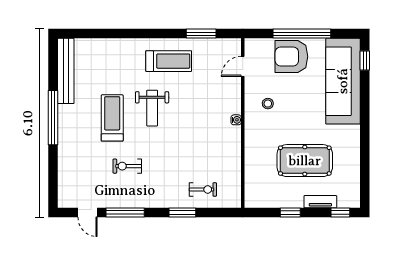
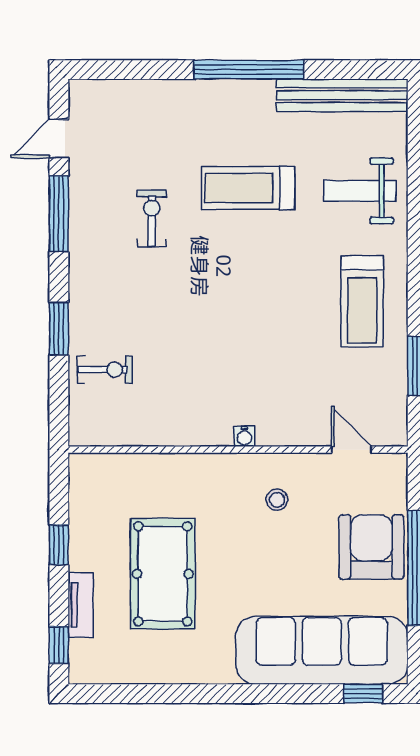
weight bench: (152, 108) -> (360, 191), moved
treadmill: (112, 118) -> (248, 188), turned 180
exercise bike: (203, 189) -> (105, 370), turned -90

